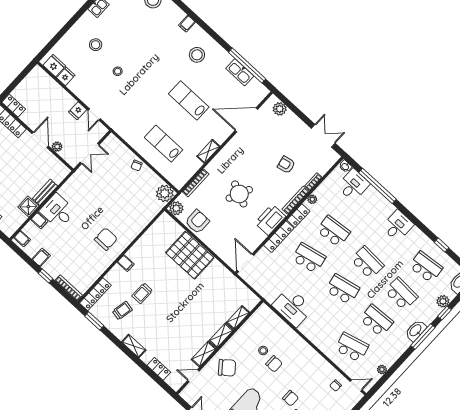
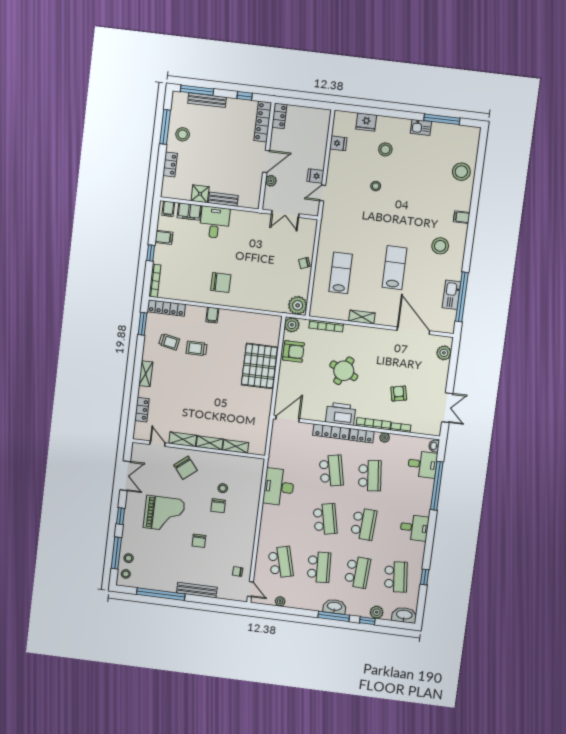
fridge: (54, 66) -> (366, 122), moved, turned 90
filing cabinet: (39, 220) -> (189, 212), width x2.00

